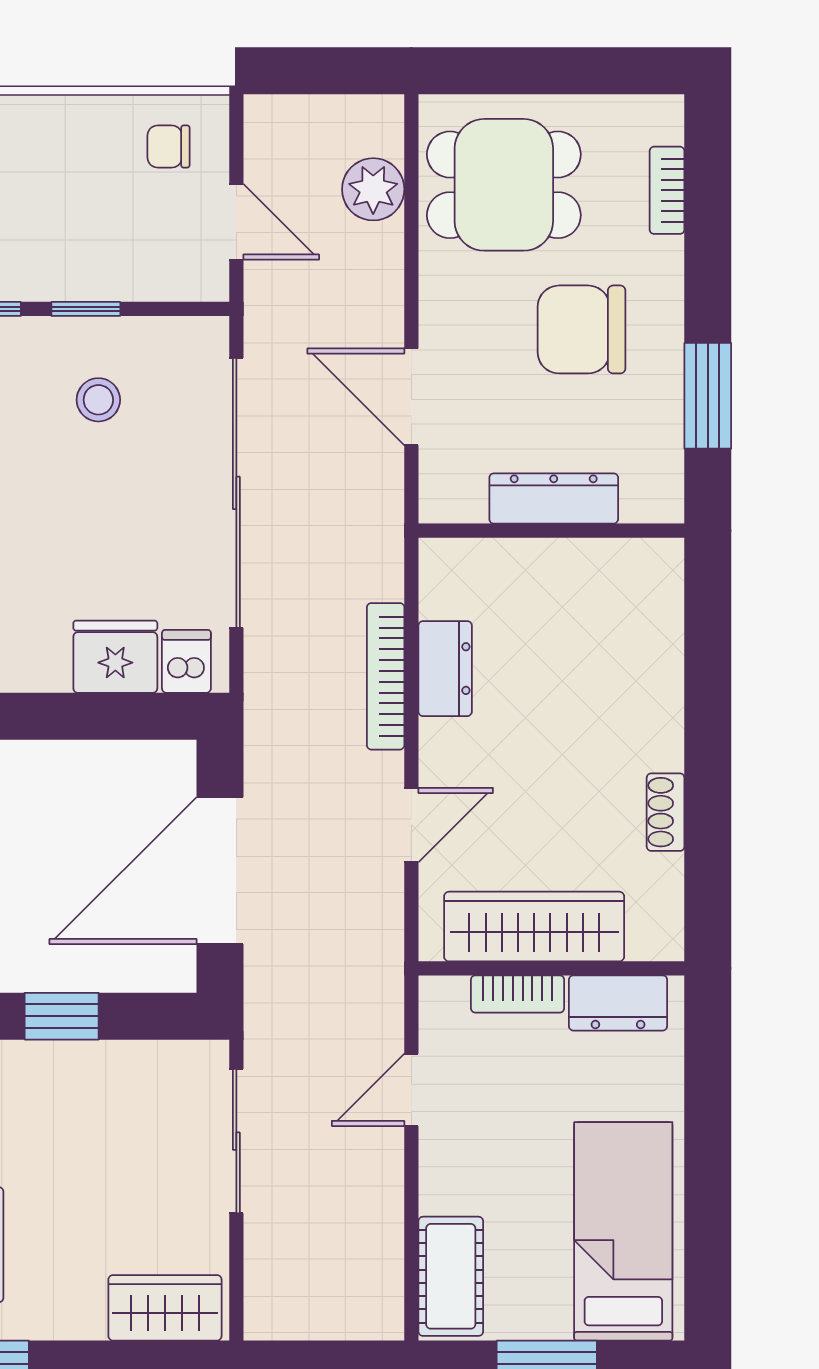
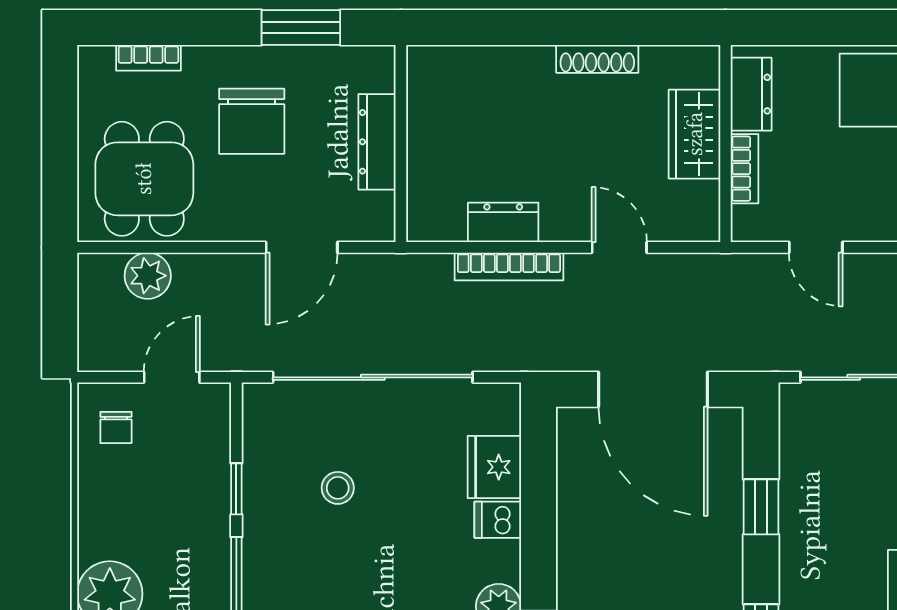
stool: (98, 400) -> (338, 488), moved
dishwasher: (186, 661) -> (498, 520), moved
shoe rack: (666, 812) -> (597, 59), width x1.43
wardrobe: (534, 927) -> (695, 134), width x0.67

